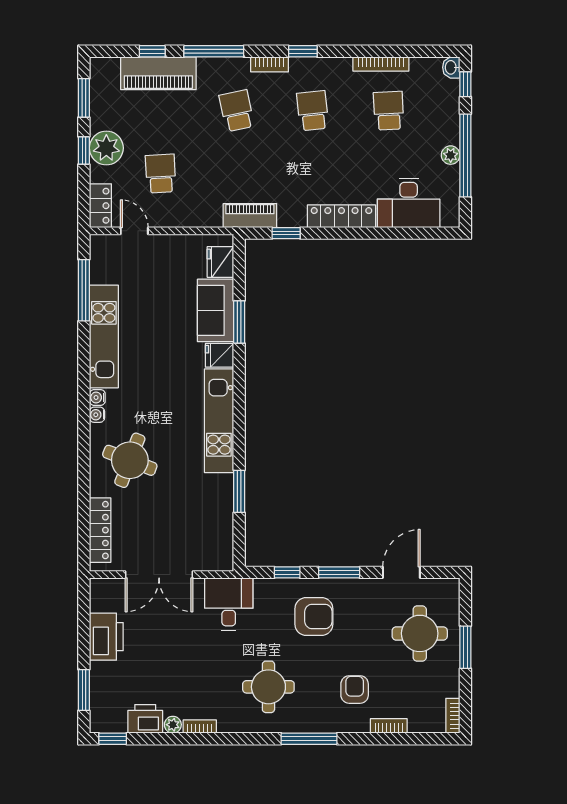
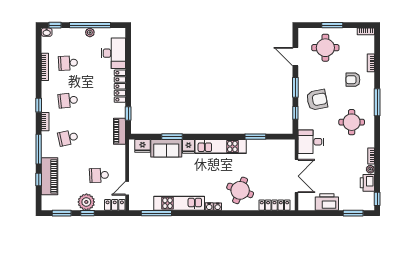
armchair: (314, 616) -> (317, 100), turned 79

